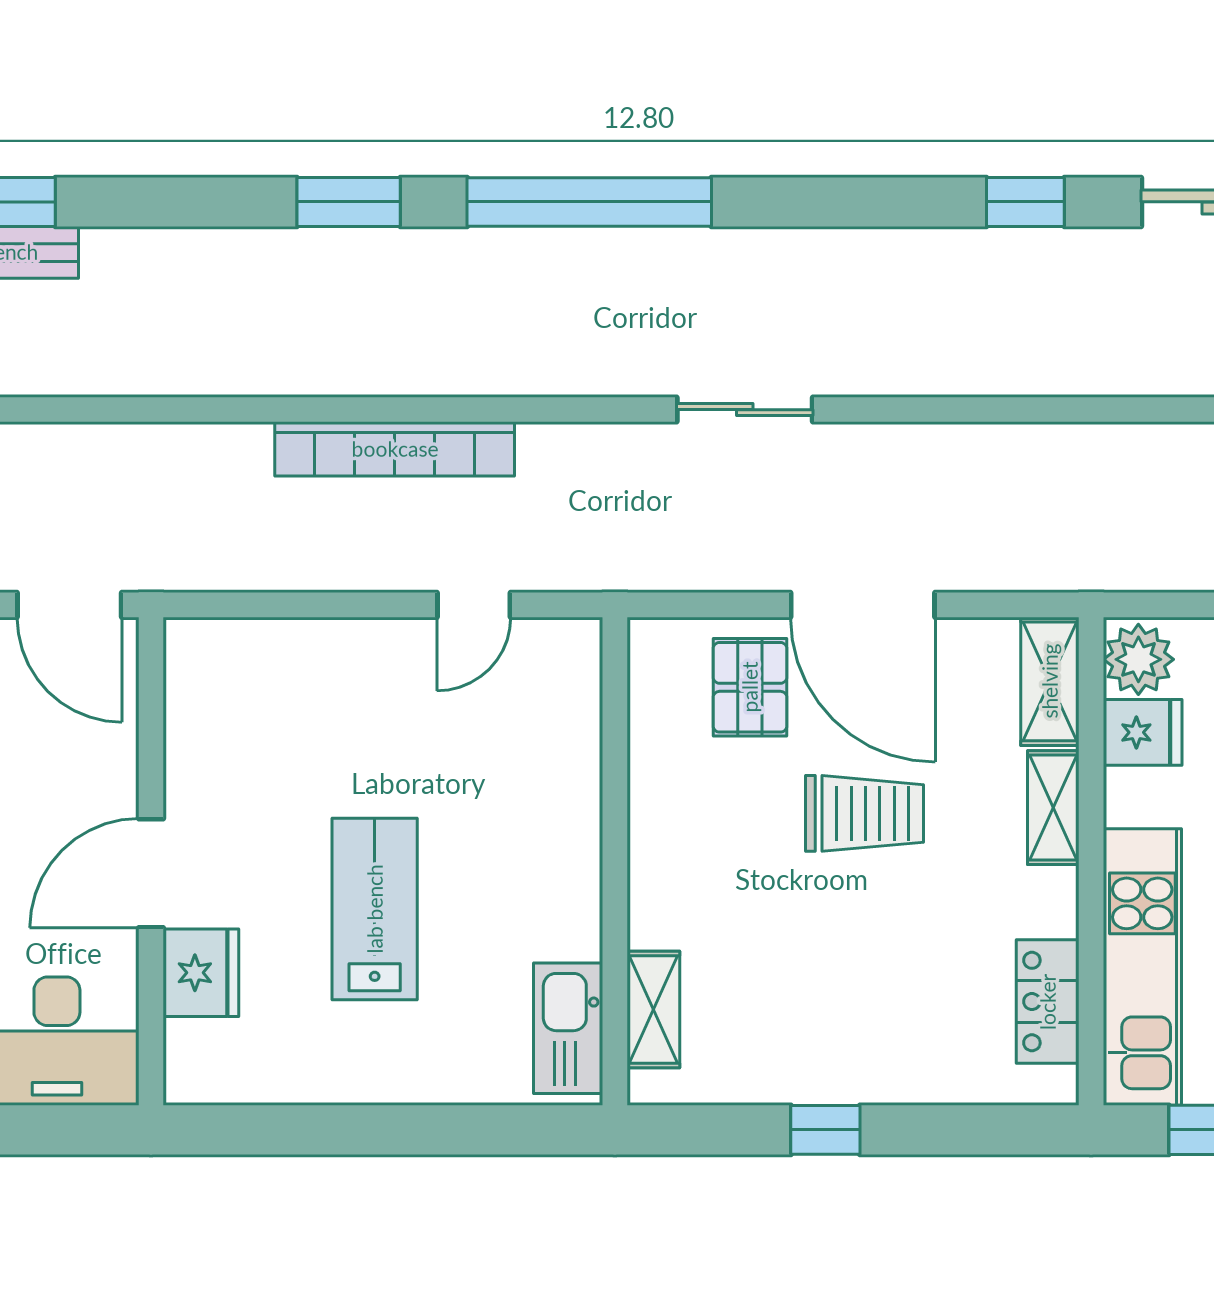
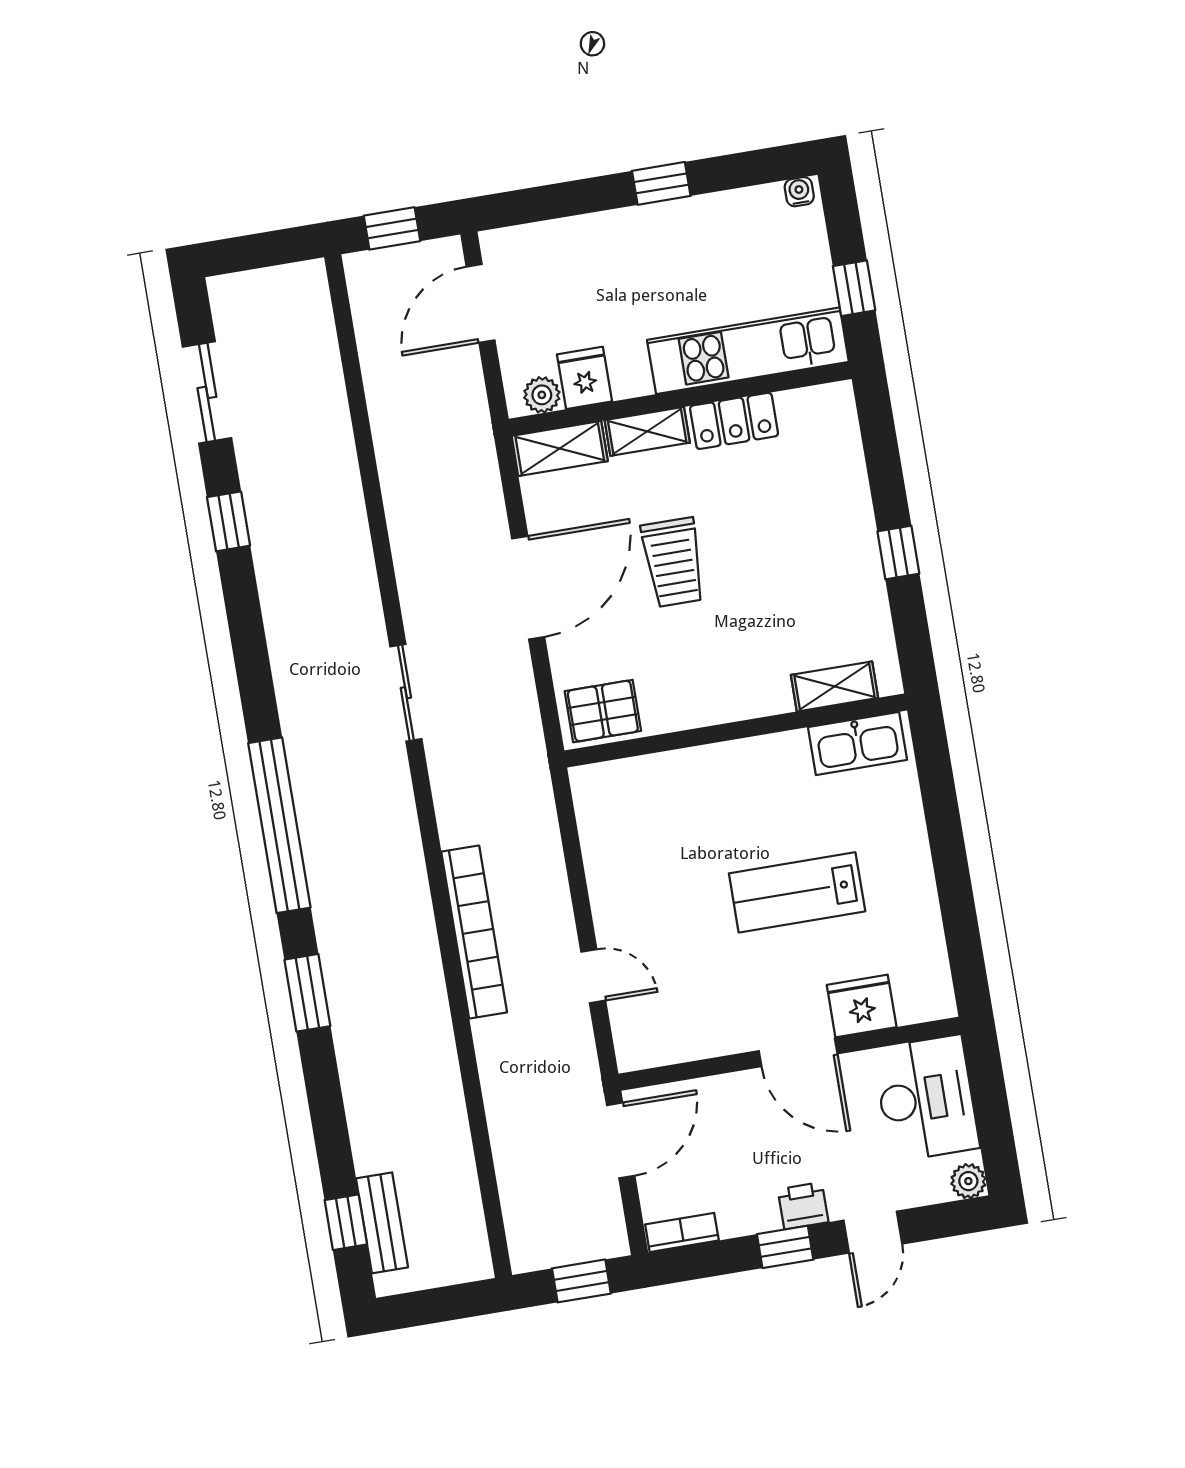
door: (474, 605) -> (593, 976), moved
plant: (1138, 659) -> (542, 395), width x0.73, depth x0.73
pallet: (750, 687) -> (603, 711), moved
trolley: (864, 813) -> (673, 562), turned 180
locker: (1048, 1002) -> (734, 421), moved

